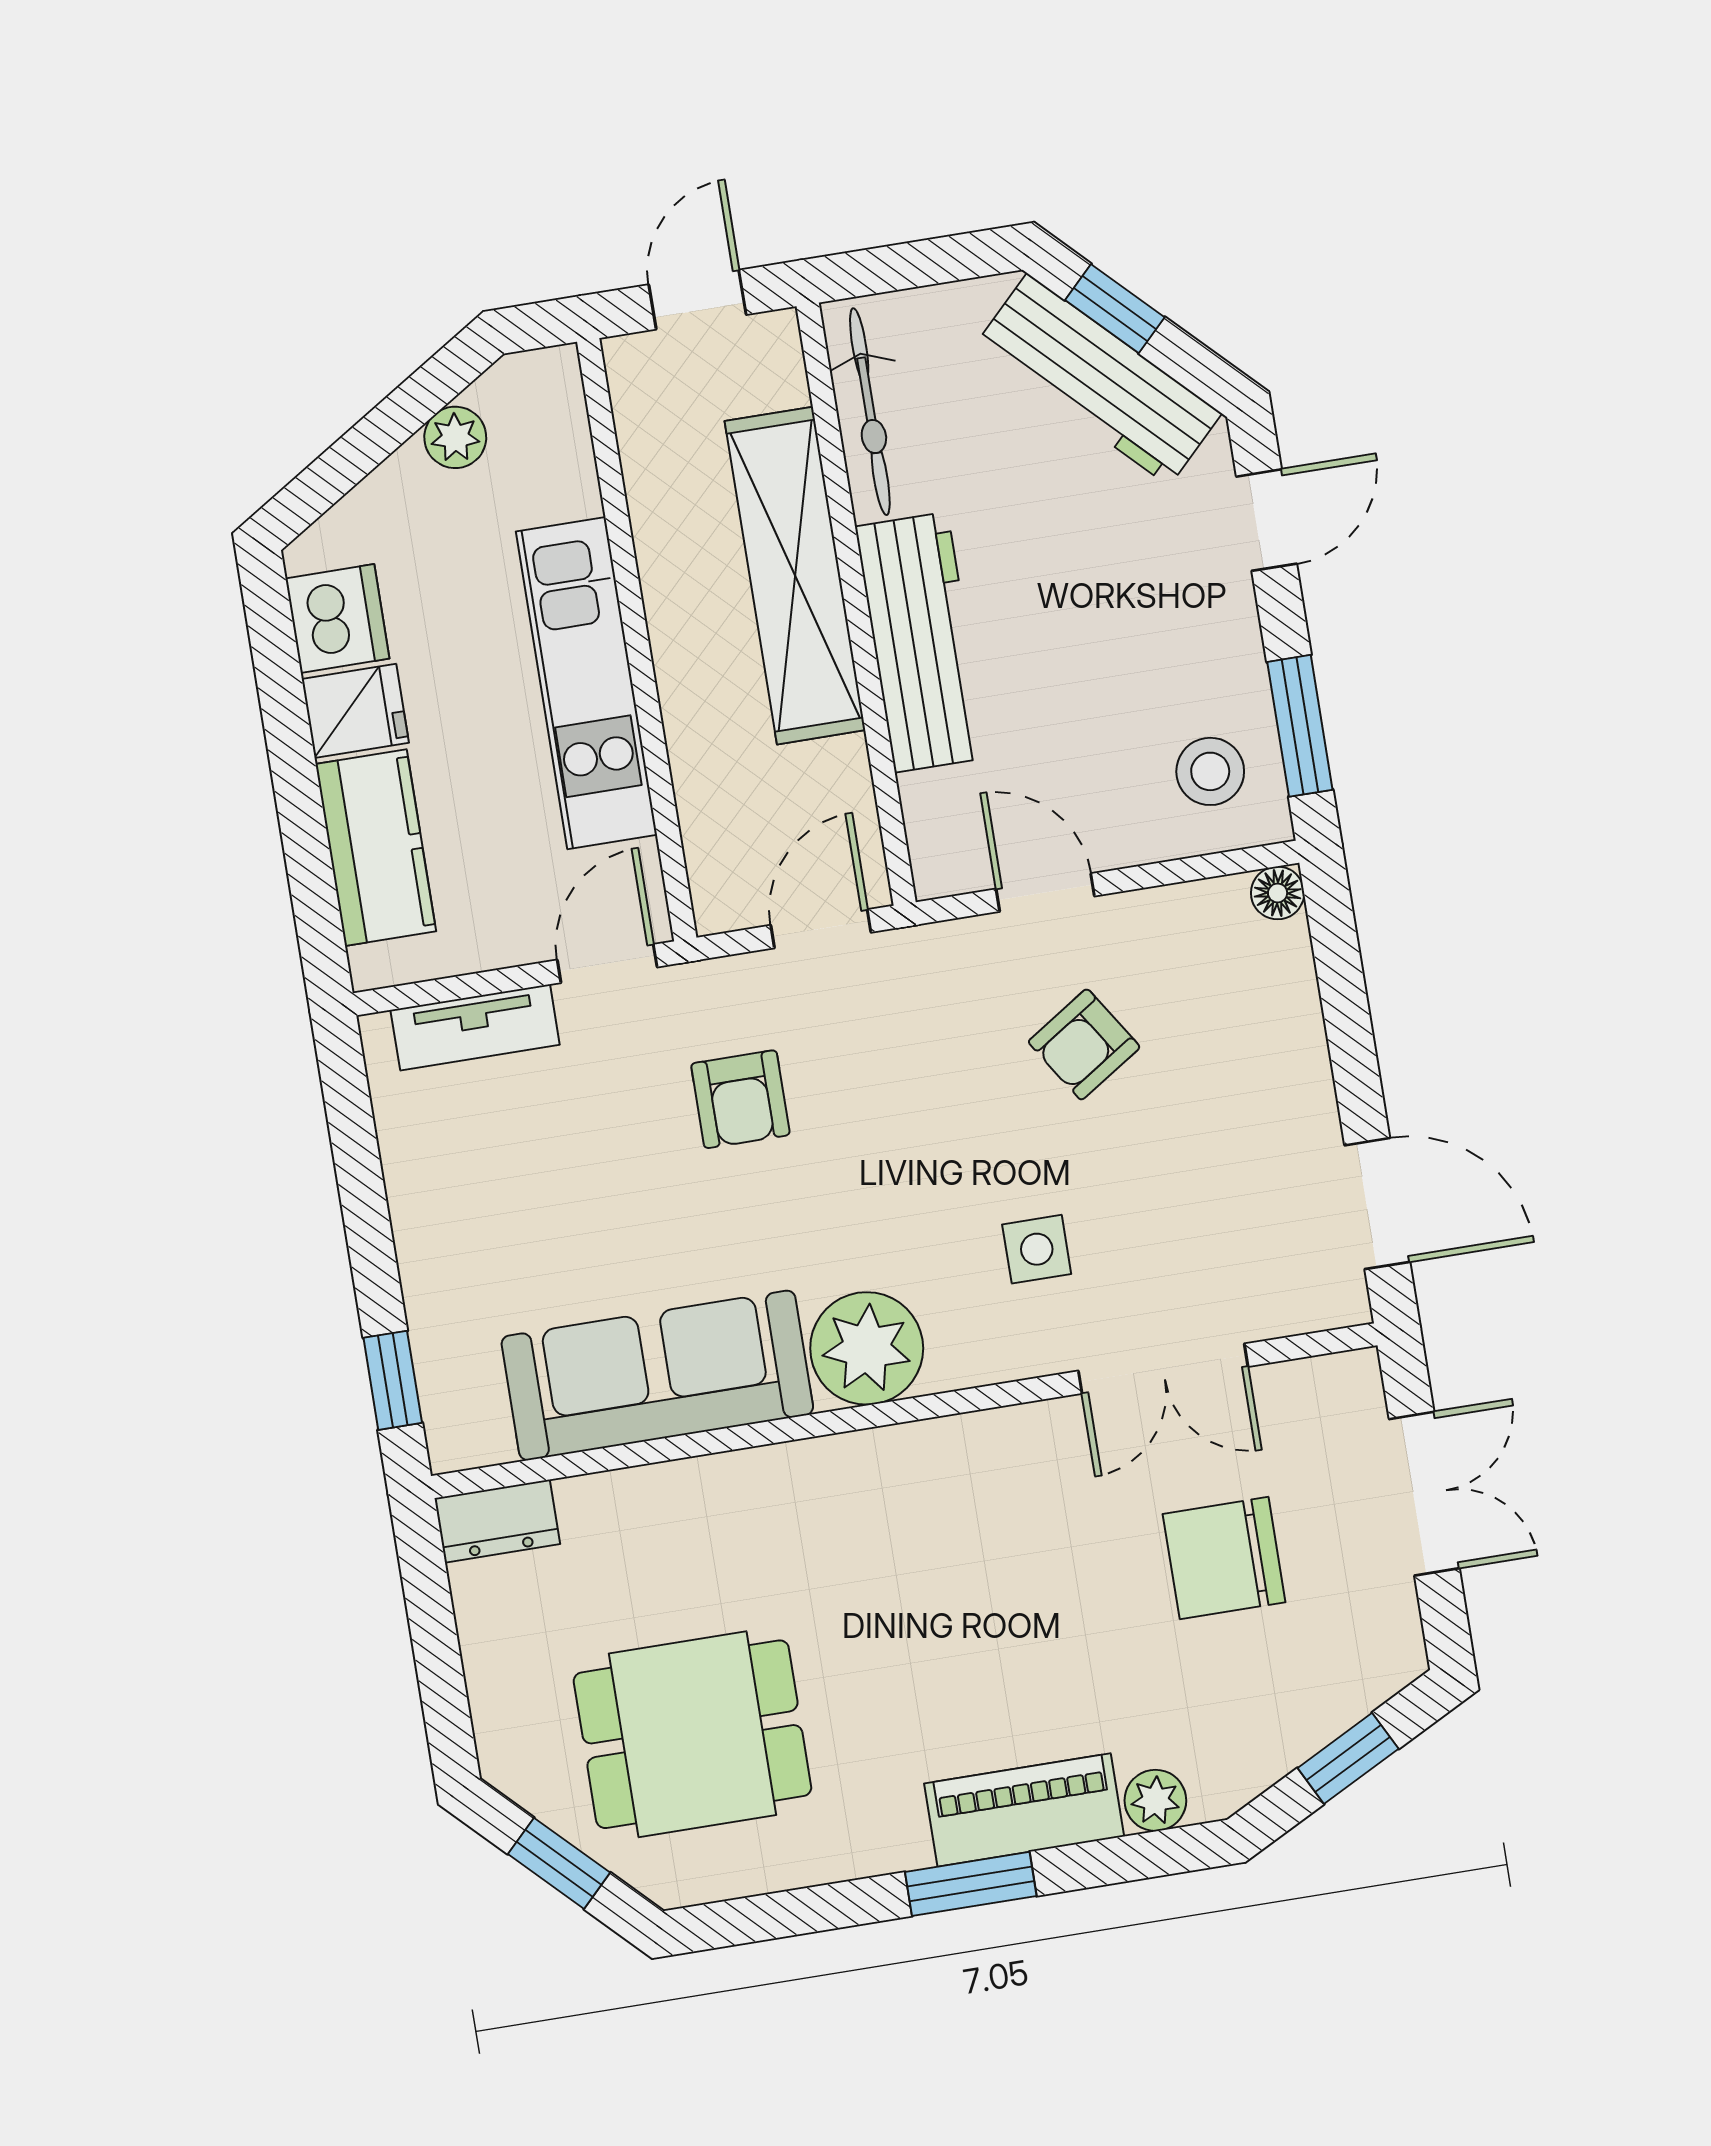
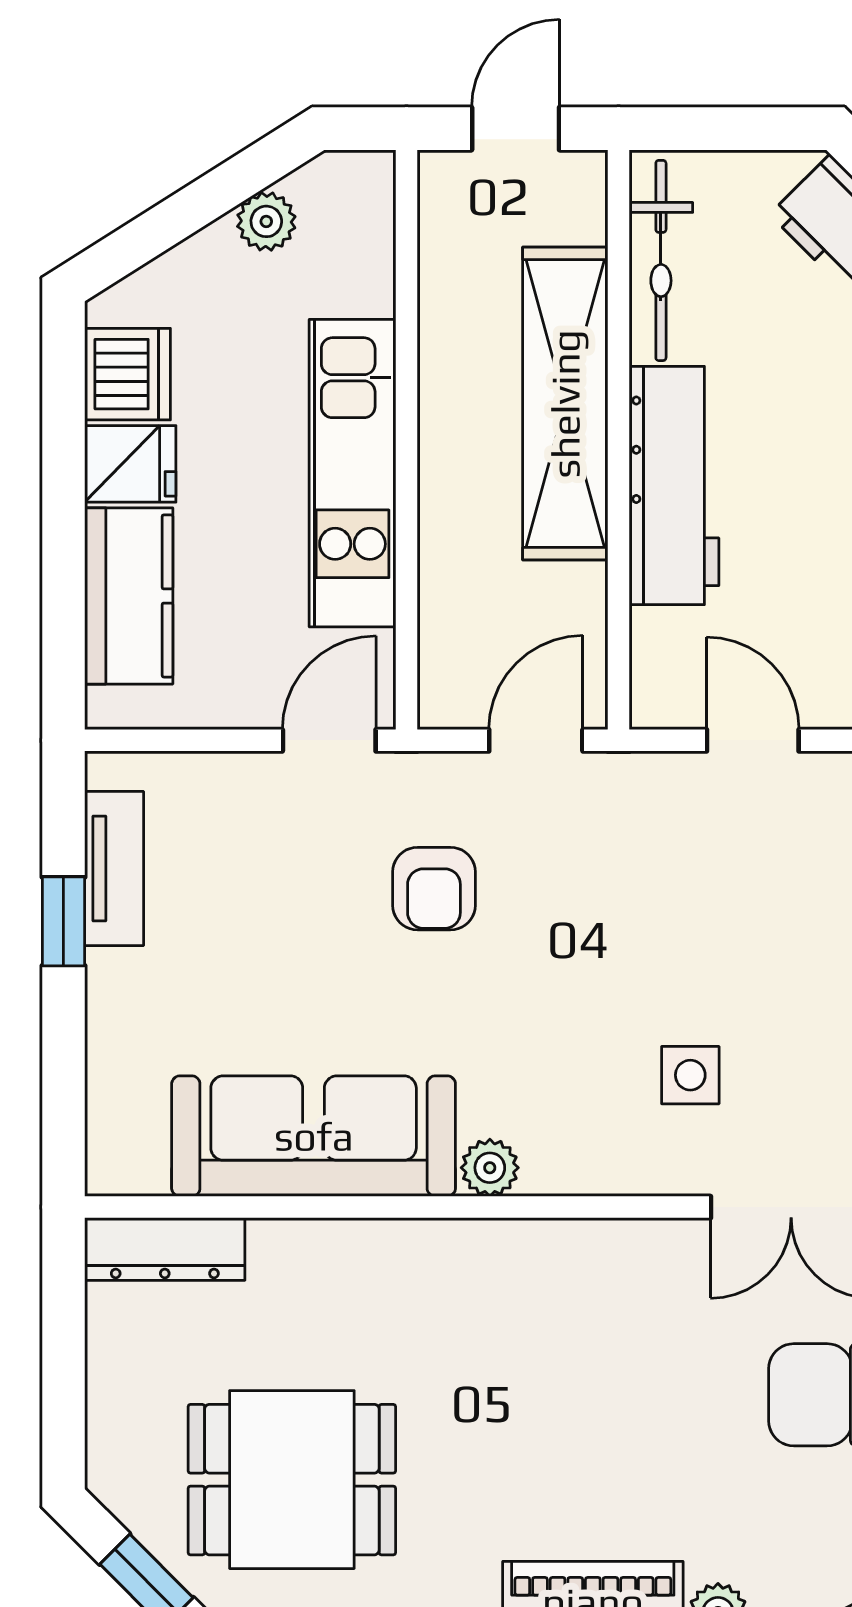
tv unit: (475, 1027) -> (114, 868), moved, turned -90
armchair: (1084, 1044) -> (766, 889), removed
plant: (867, 1348) -> (490, 1168), width x0.53, depth x0.53
window: (393, 1380) -> (63, 921), moved
dresser: (497, 1521) -> (165, 1249), width x1.44

